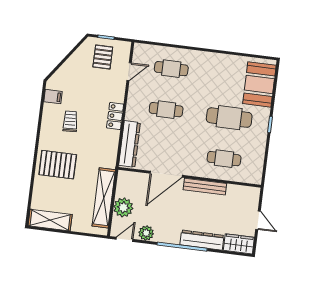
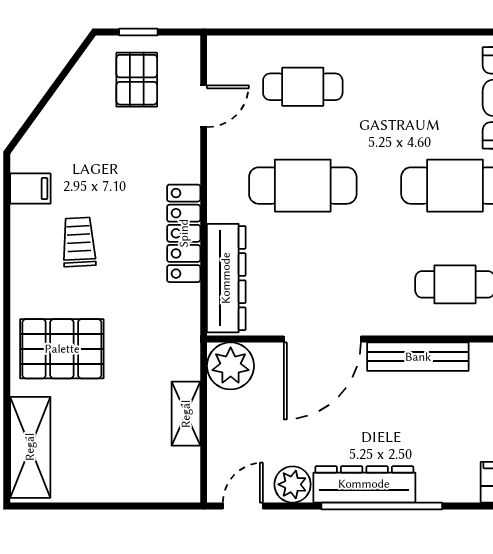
cafe table: (166, 110) -> (303, 186), width x1.37, depth x1.35
locker: (115, 116) -> (184, 233), width x1.53
shelving: (104, 198) -> (186, 414), width x0.45, depth x0.75
plant: (123, 207) -> (231, 366), moved
shelving: (50, 220) -> (30, 447), moved, turned 90
dresser: (202, 240) -> (364, 484), moved

